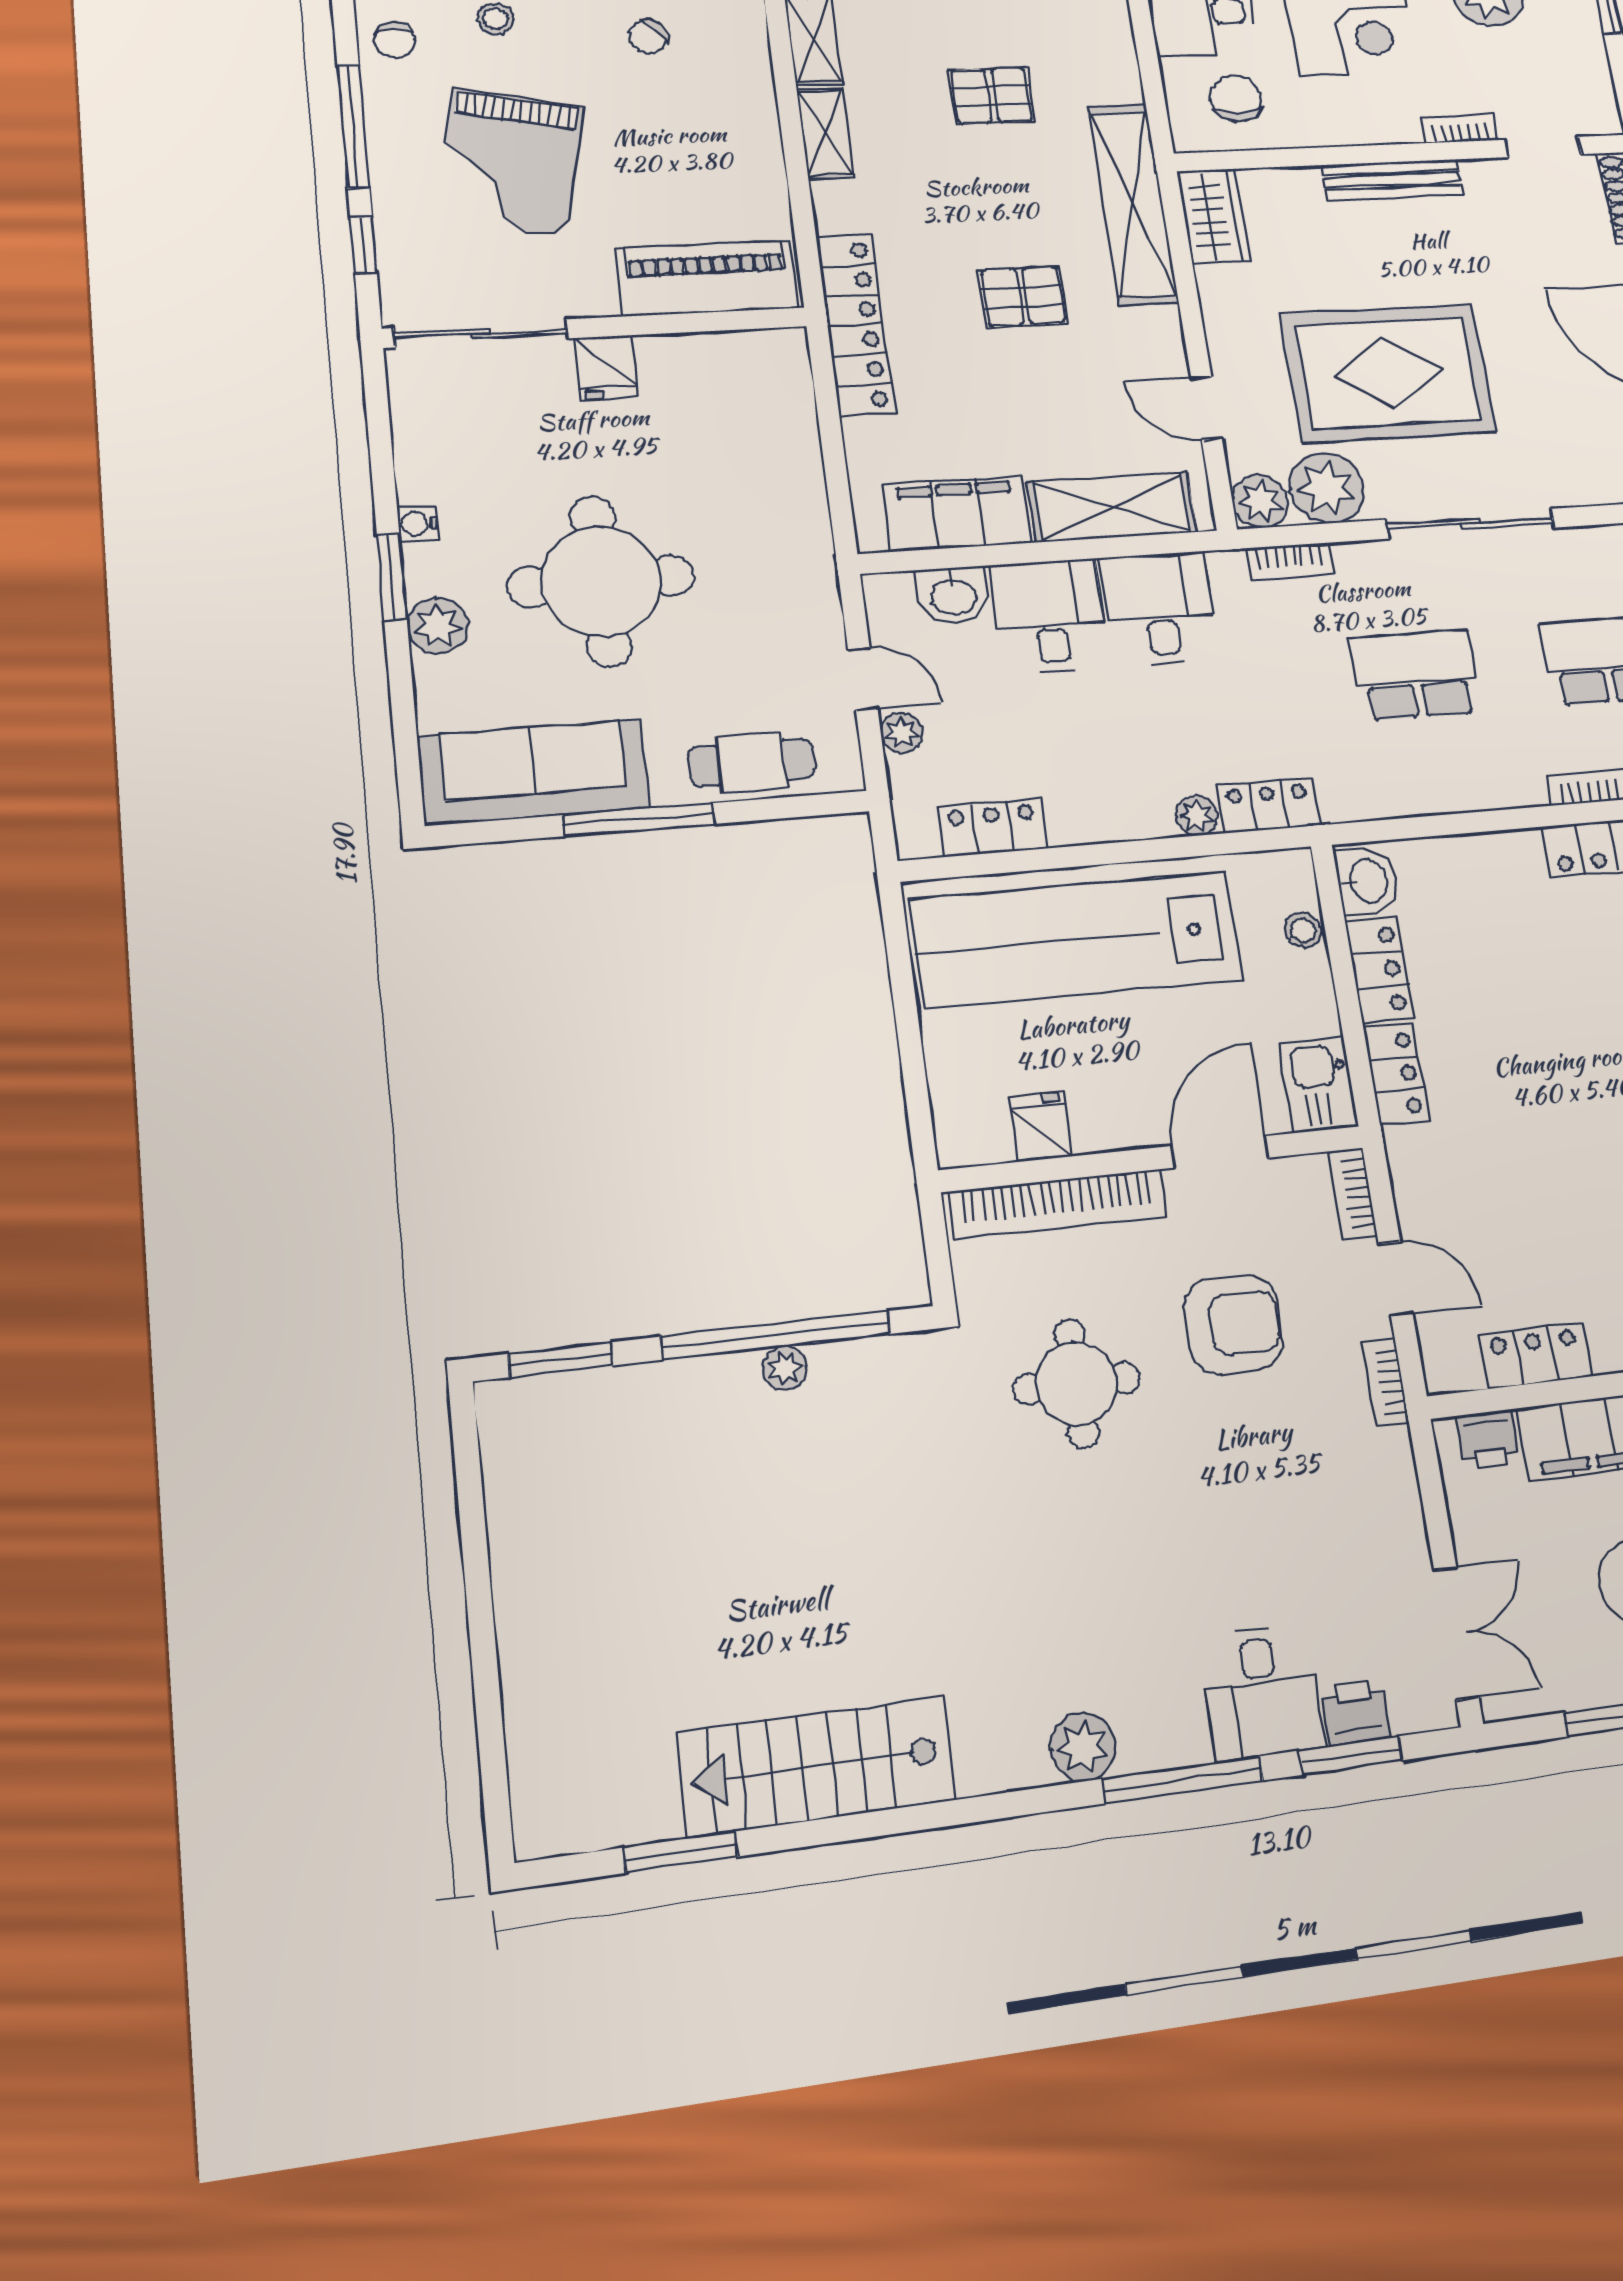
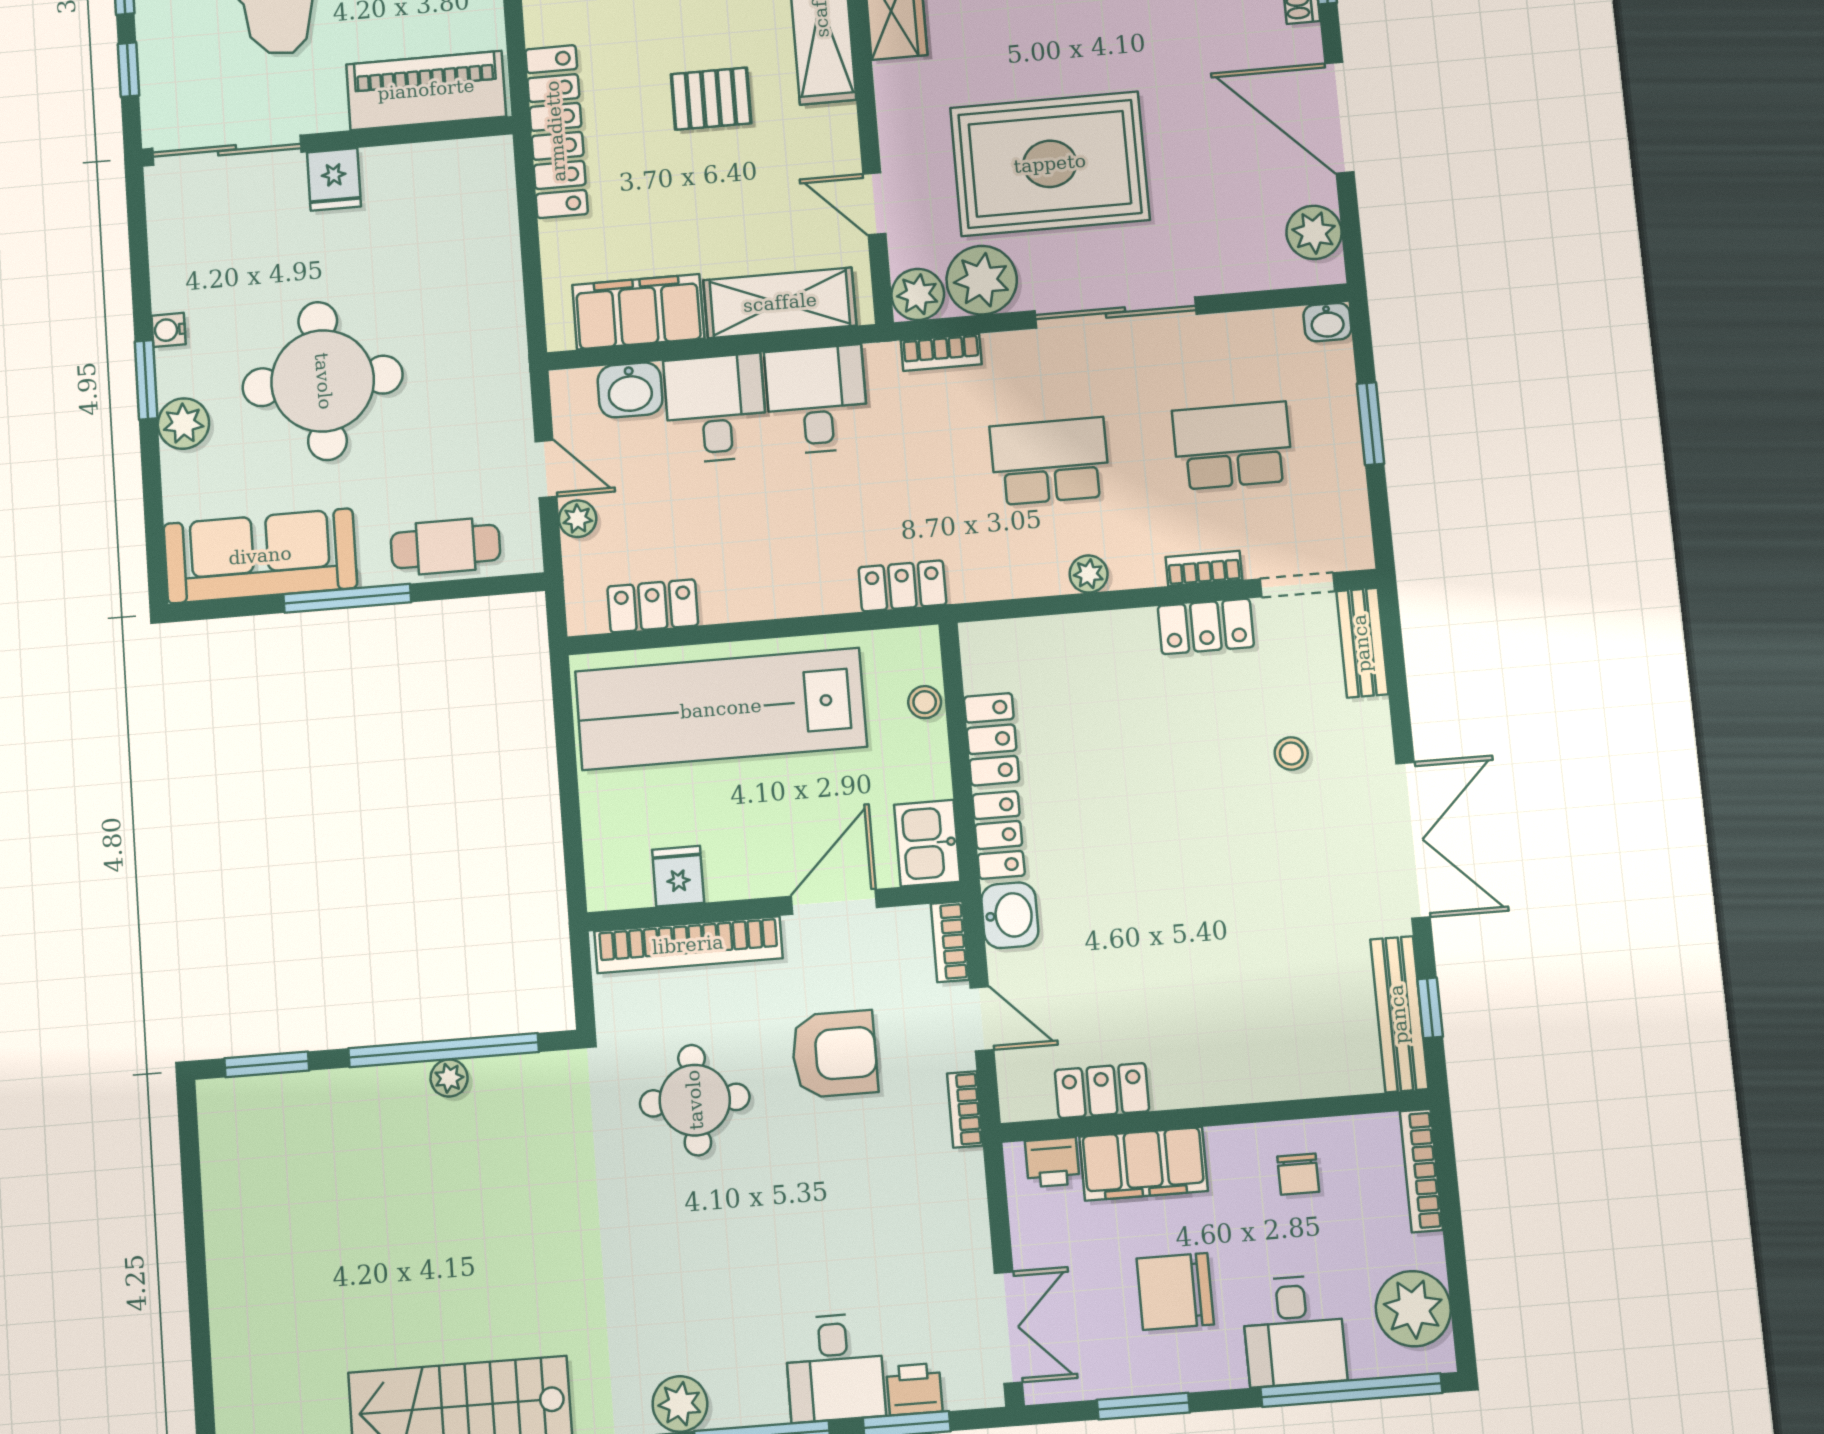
plant: (1196, 816) -> (1089, 574), moved
washbasin: (1367, 881) -> (1010, 915), moved

